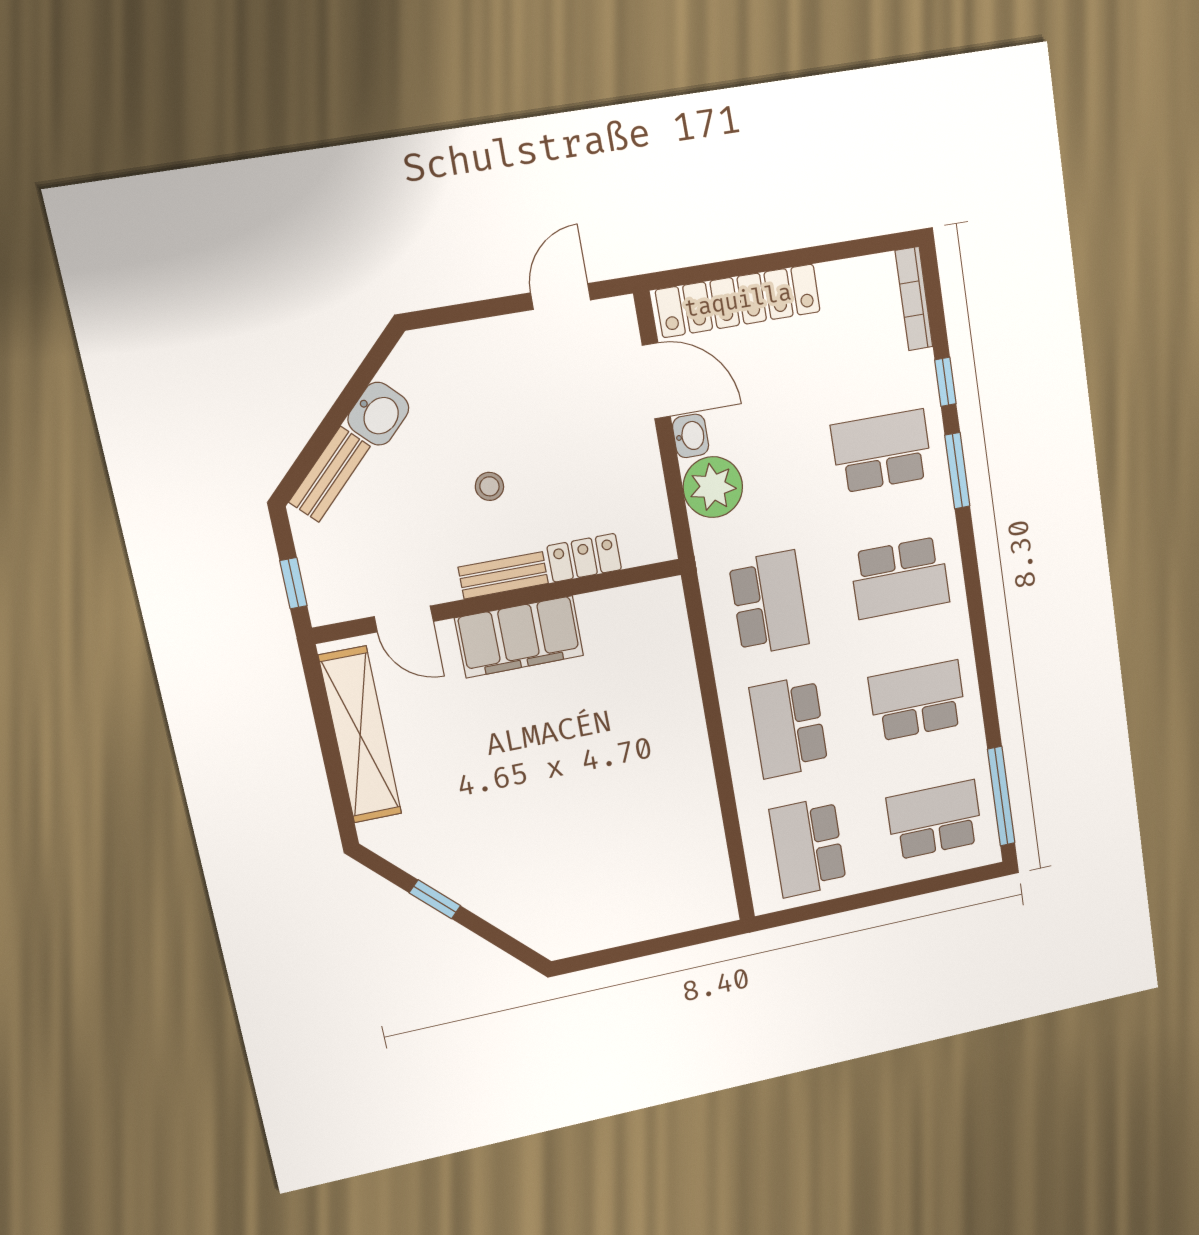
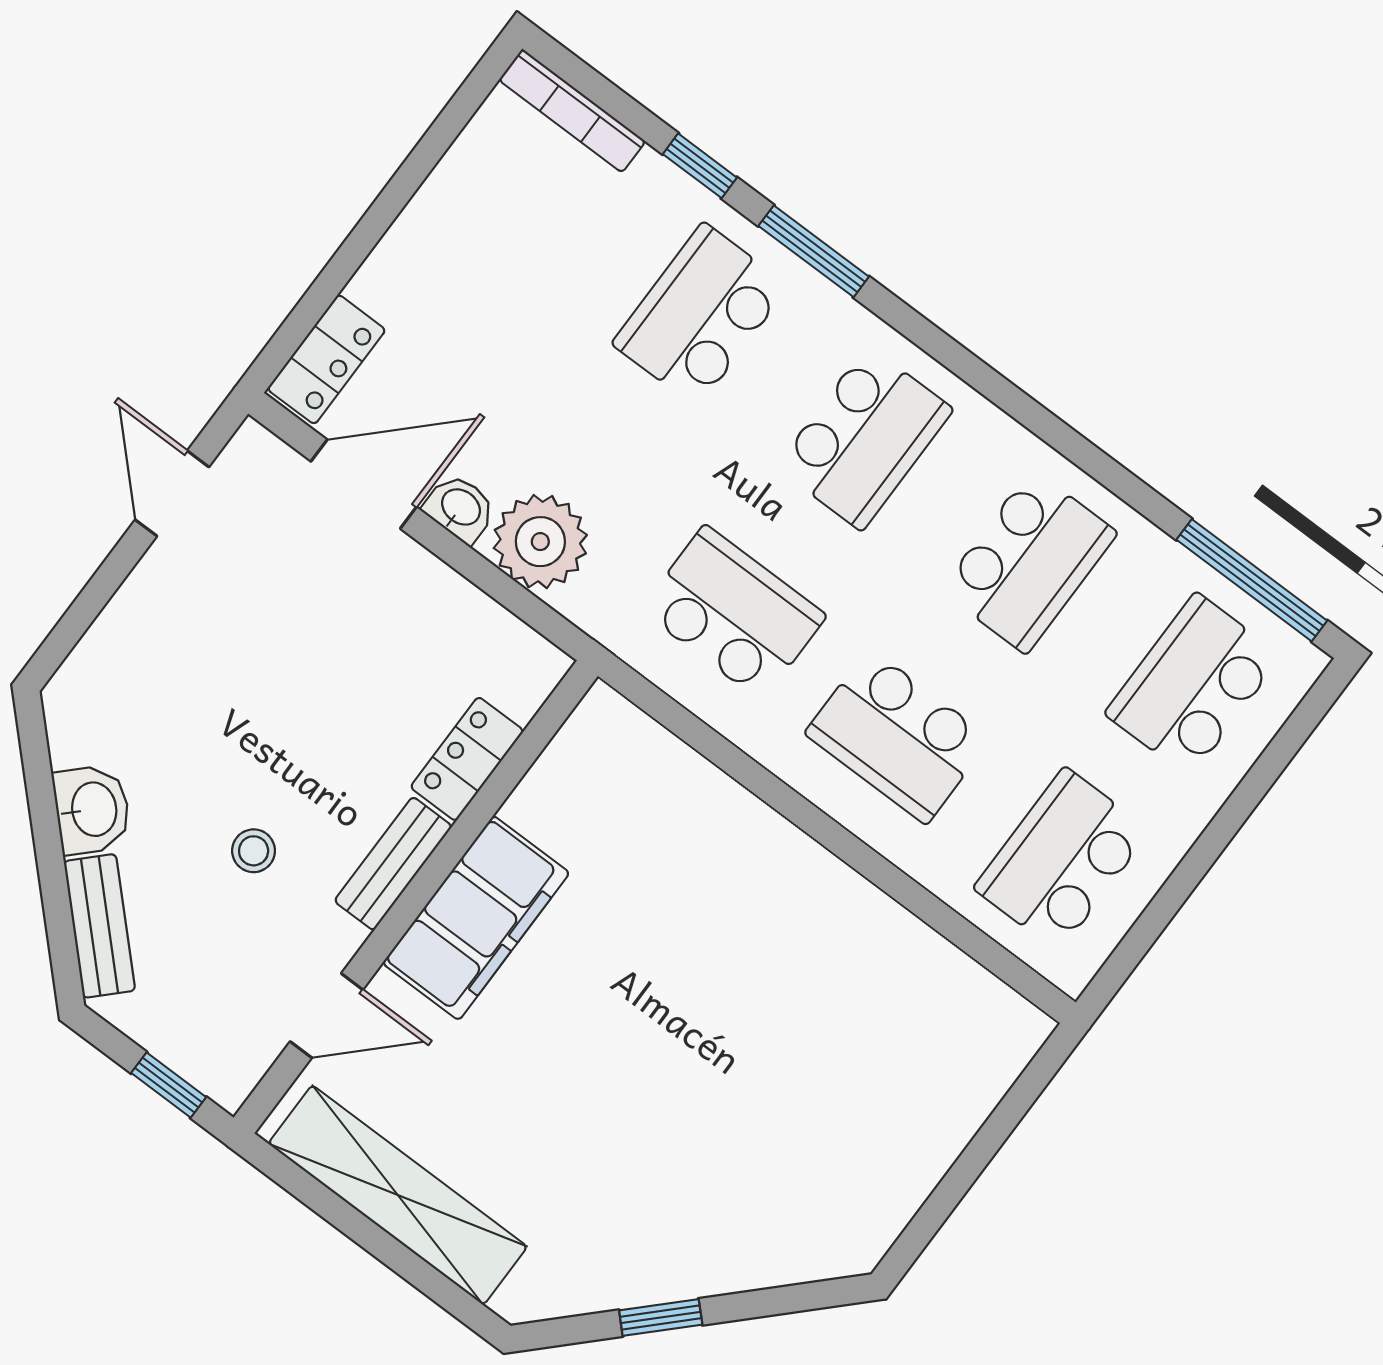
locker: (738, 301) -> (326, 359), width x0.46, depth x0.83
stool: (489, 486) -> (254, 851), moved
school desk: (918, 701) -> (1029, 561), turned 180
school desk: (808, 847) -> (1062, 860), turned 90

